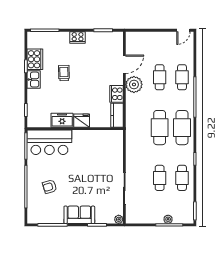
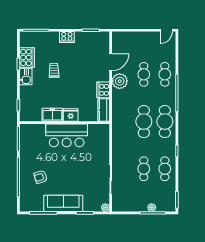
bar counter: (49, 142) -> (67, 135), moved
sofa: (79, 215) -> (63, 203), width x1.36

